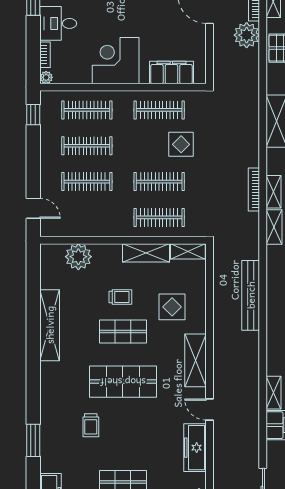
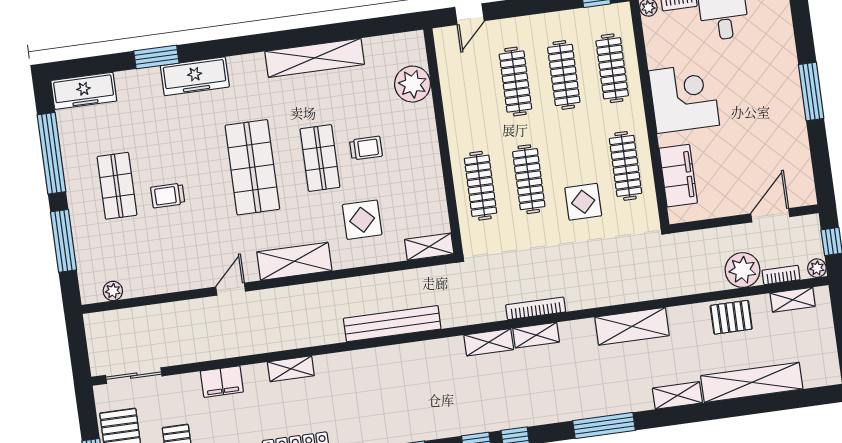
shelving: (188, 251) -> (429, 247), moved, turned 90
shelving: (146, 253) -> (430, 175), removed
trolley: (120, 297) -> (366, 148), turned -90
shelving: (273, 393) -> (291, 369), moved
trolley: (91, 425) -> (168, 196), moved
freezer: (195, 448) -> (195, 76), moved, turned 180

